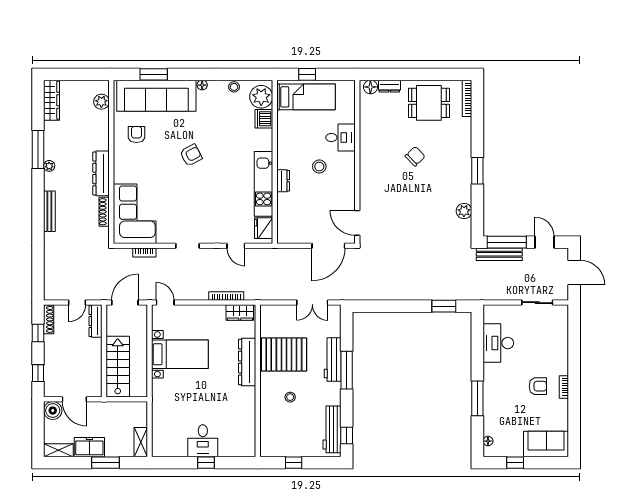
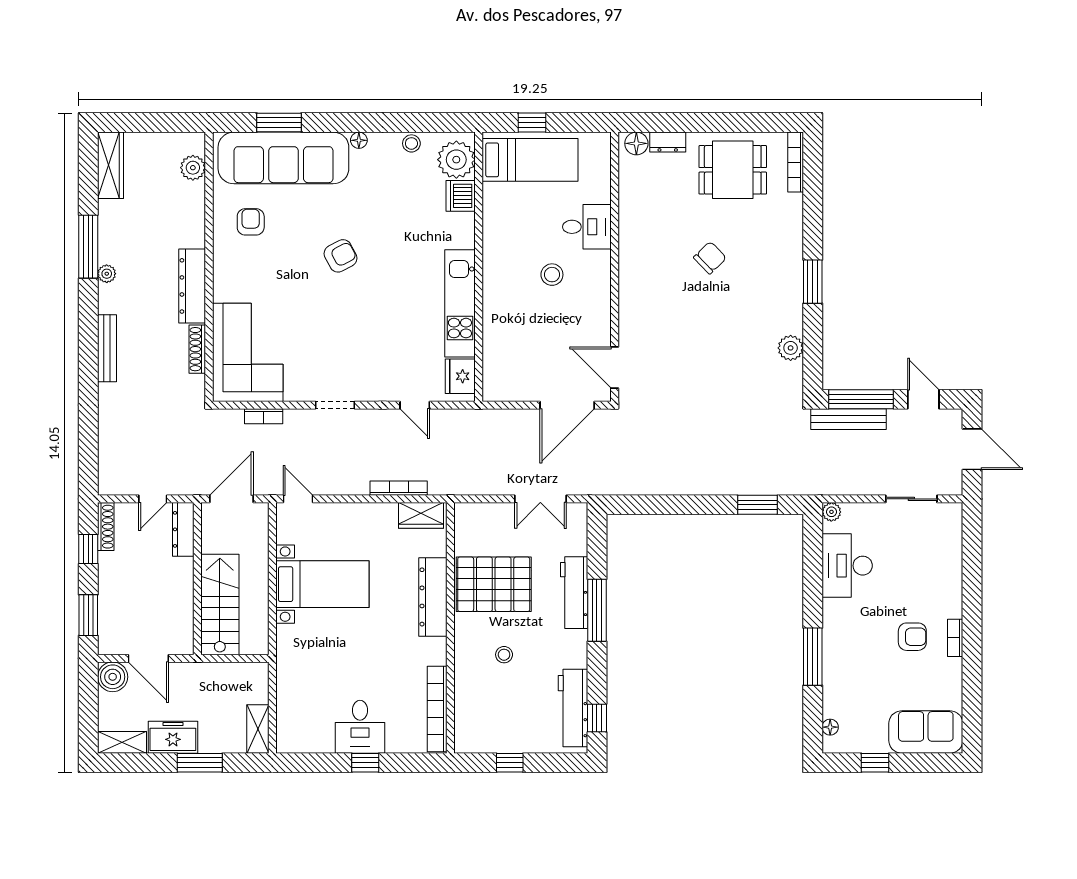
dresser: (283, 181) -> (493, 298), removed
plant: (489, 310) -> (831, 512), added
window: (38, 373) -> (88, 615), width x1.50
bookcase: (250, 430) -> (437, 709), added

